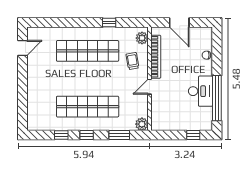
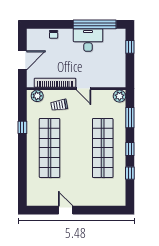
door: (22, 48) -> (66, 210), moved

